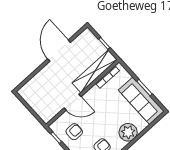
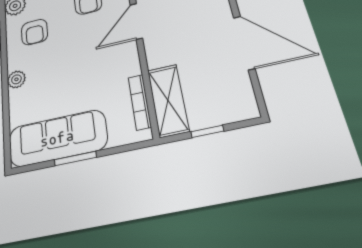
shelving: (95, 71) -> (168, 100), width x0.68
plant: (128, 132) -> (16, 79), width x0.53, depth x0.53

